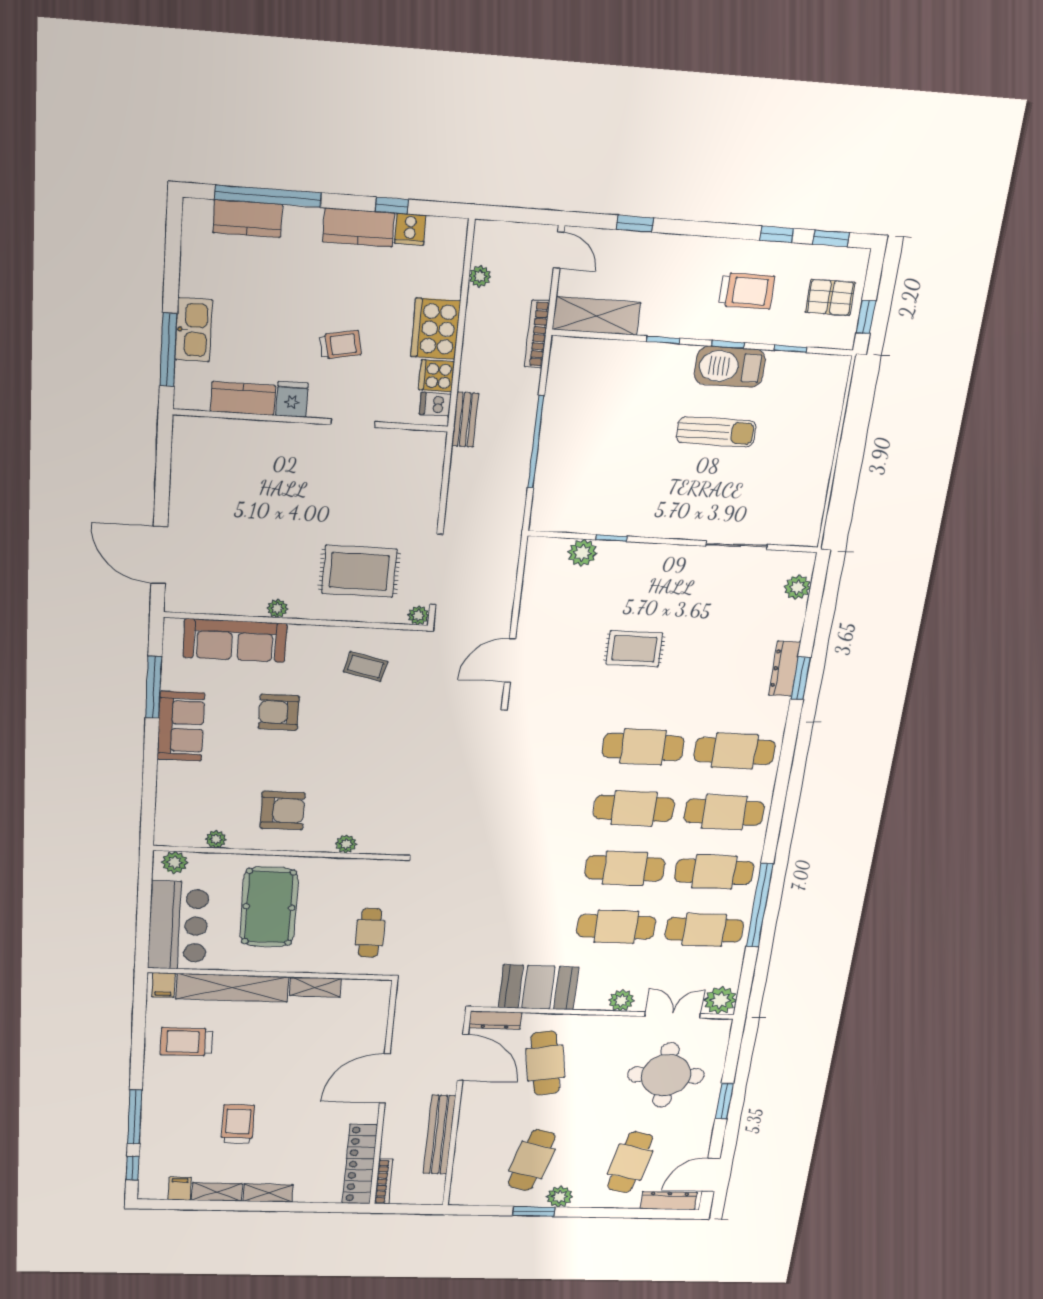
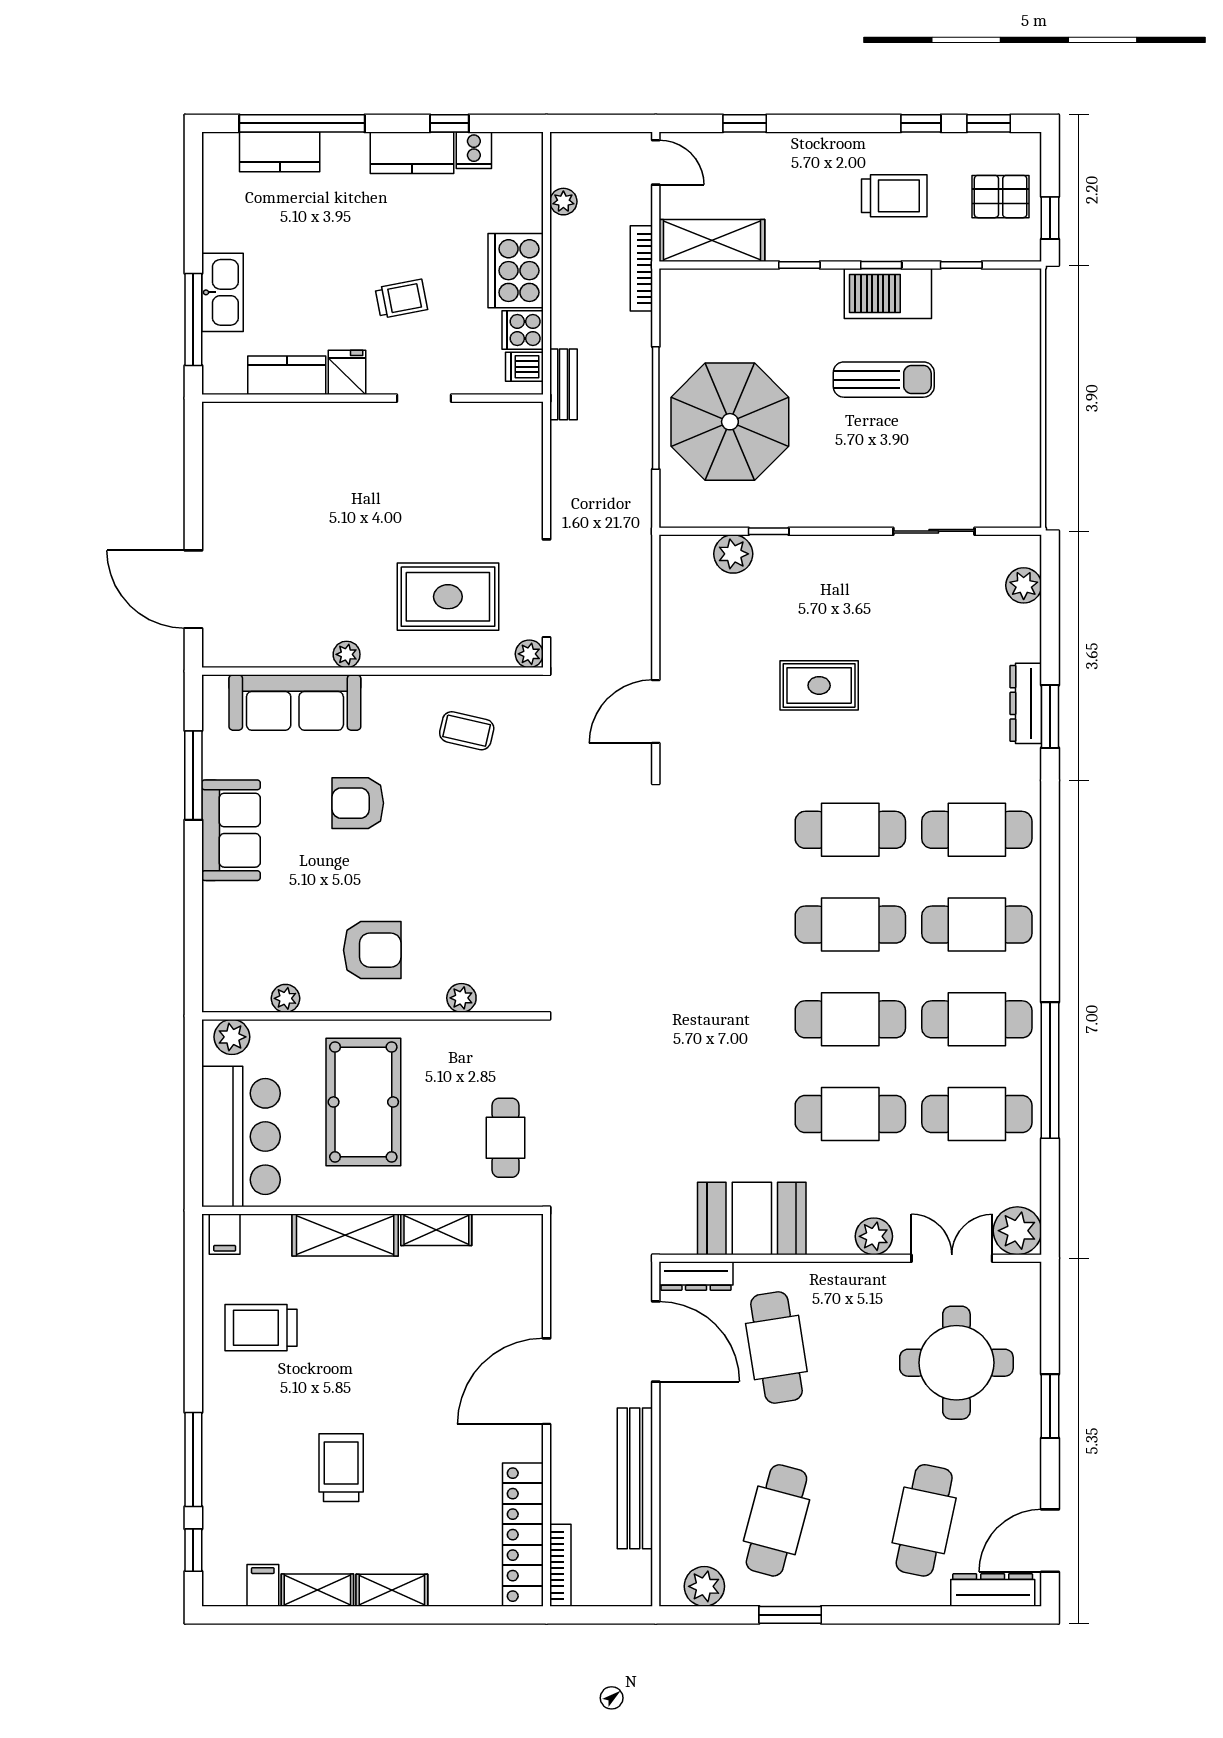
parasol: (593, 456) -> (730, 422), added
shelving: (232, 988) -> (345, 1235), width x0.68
plant: (560, 1197) -> (704, 1586), moved

